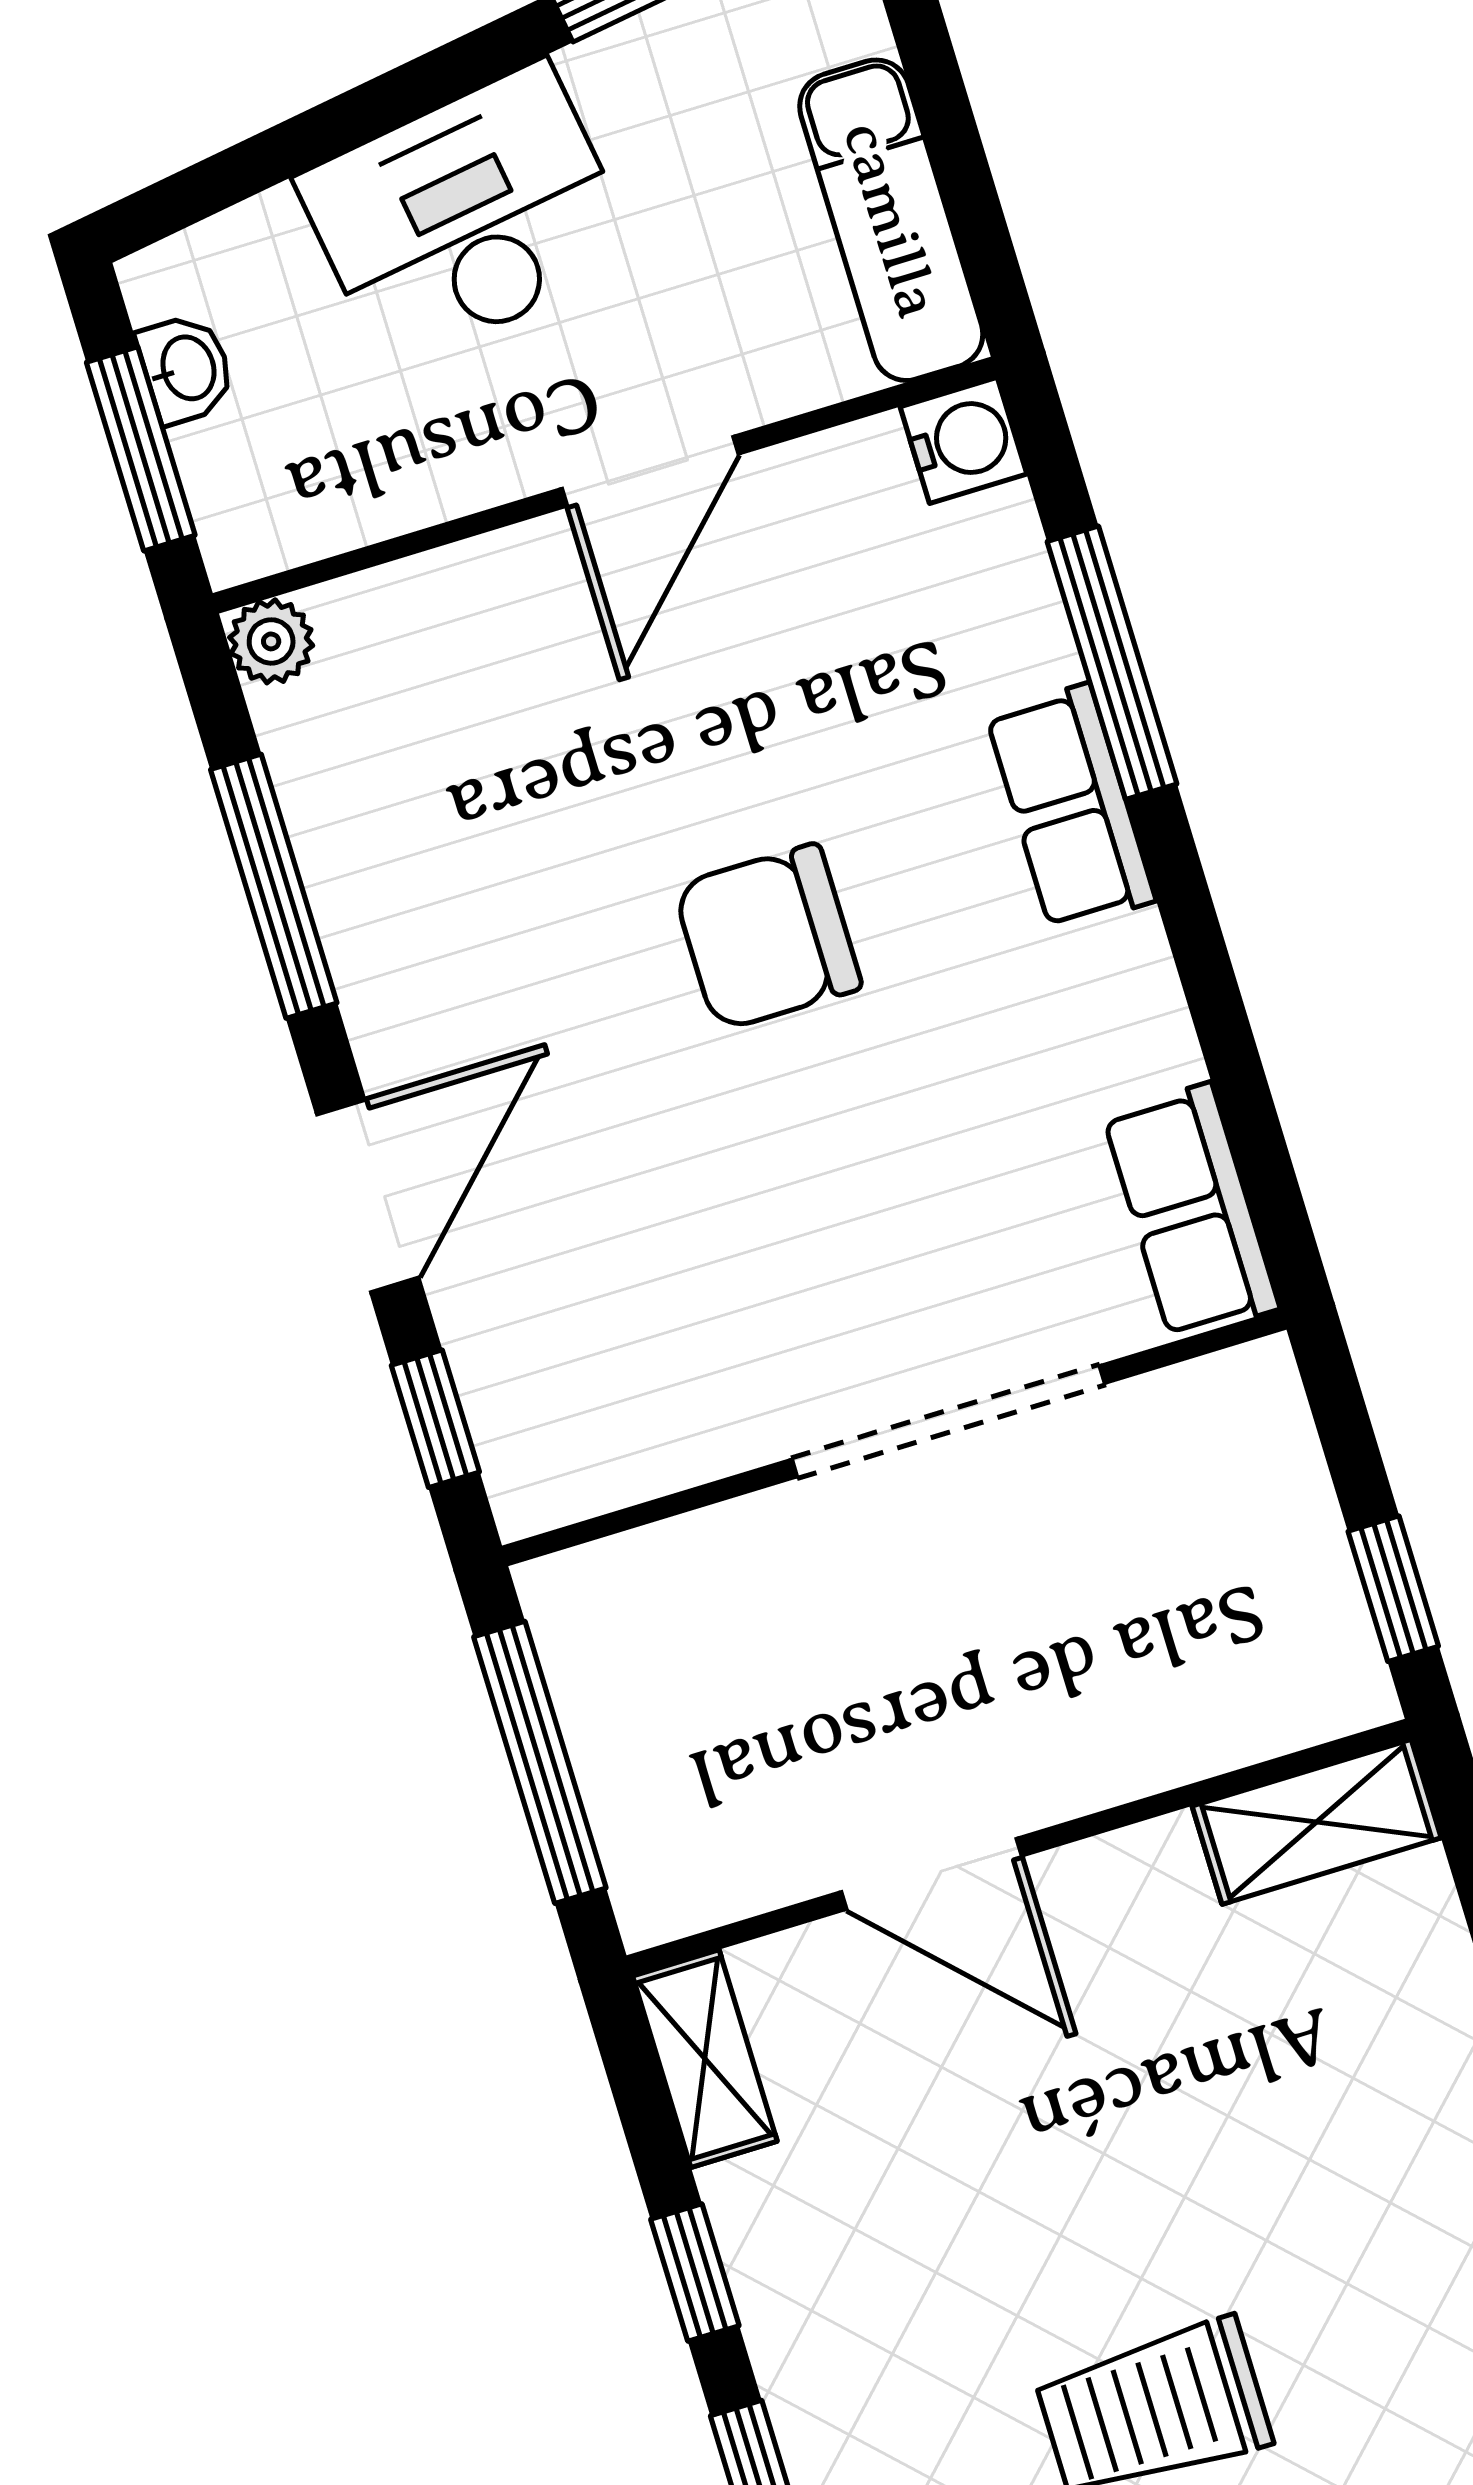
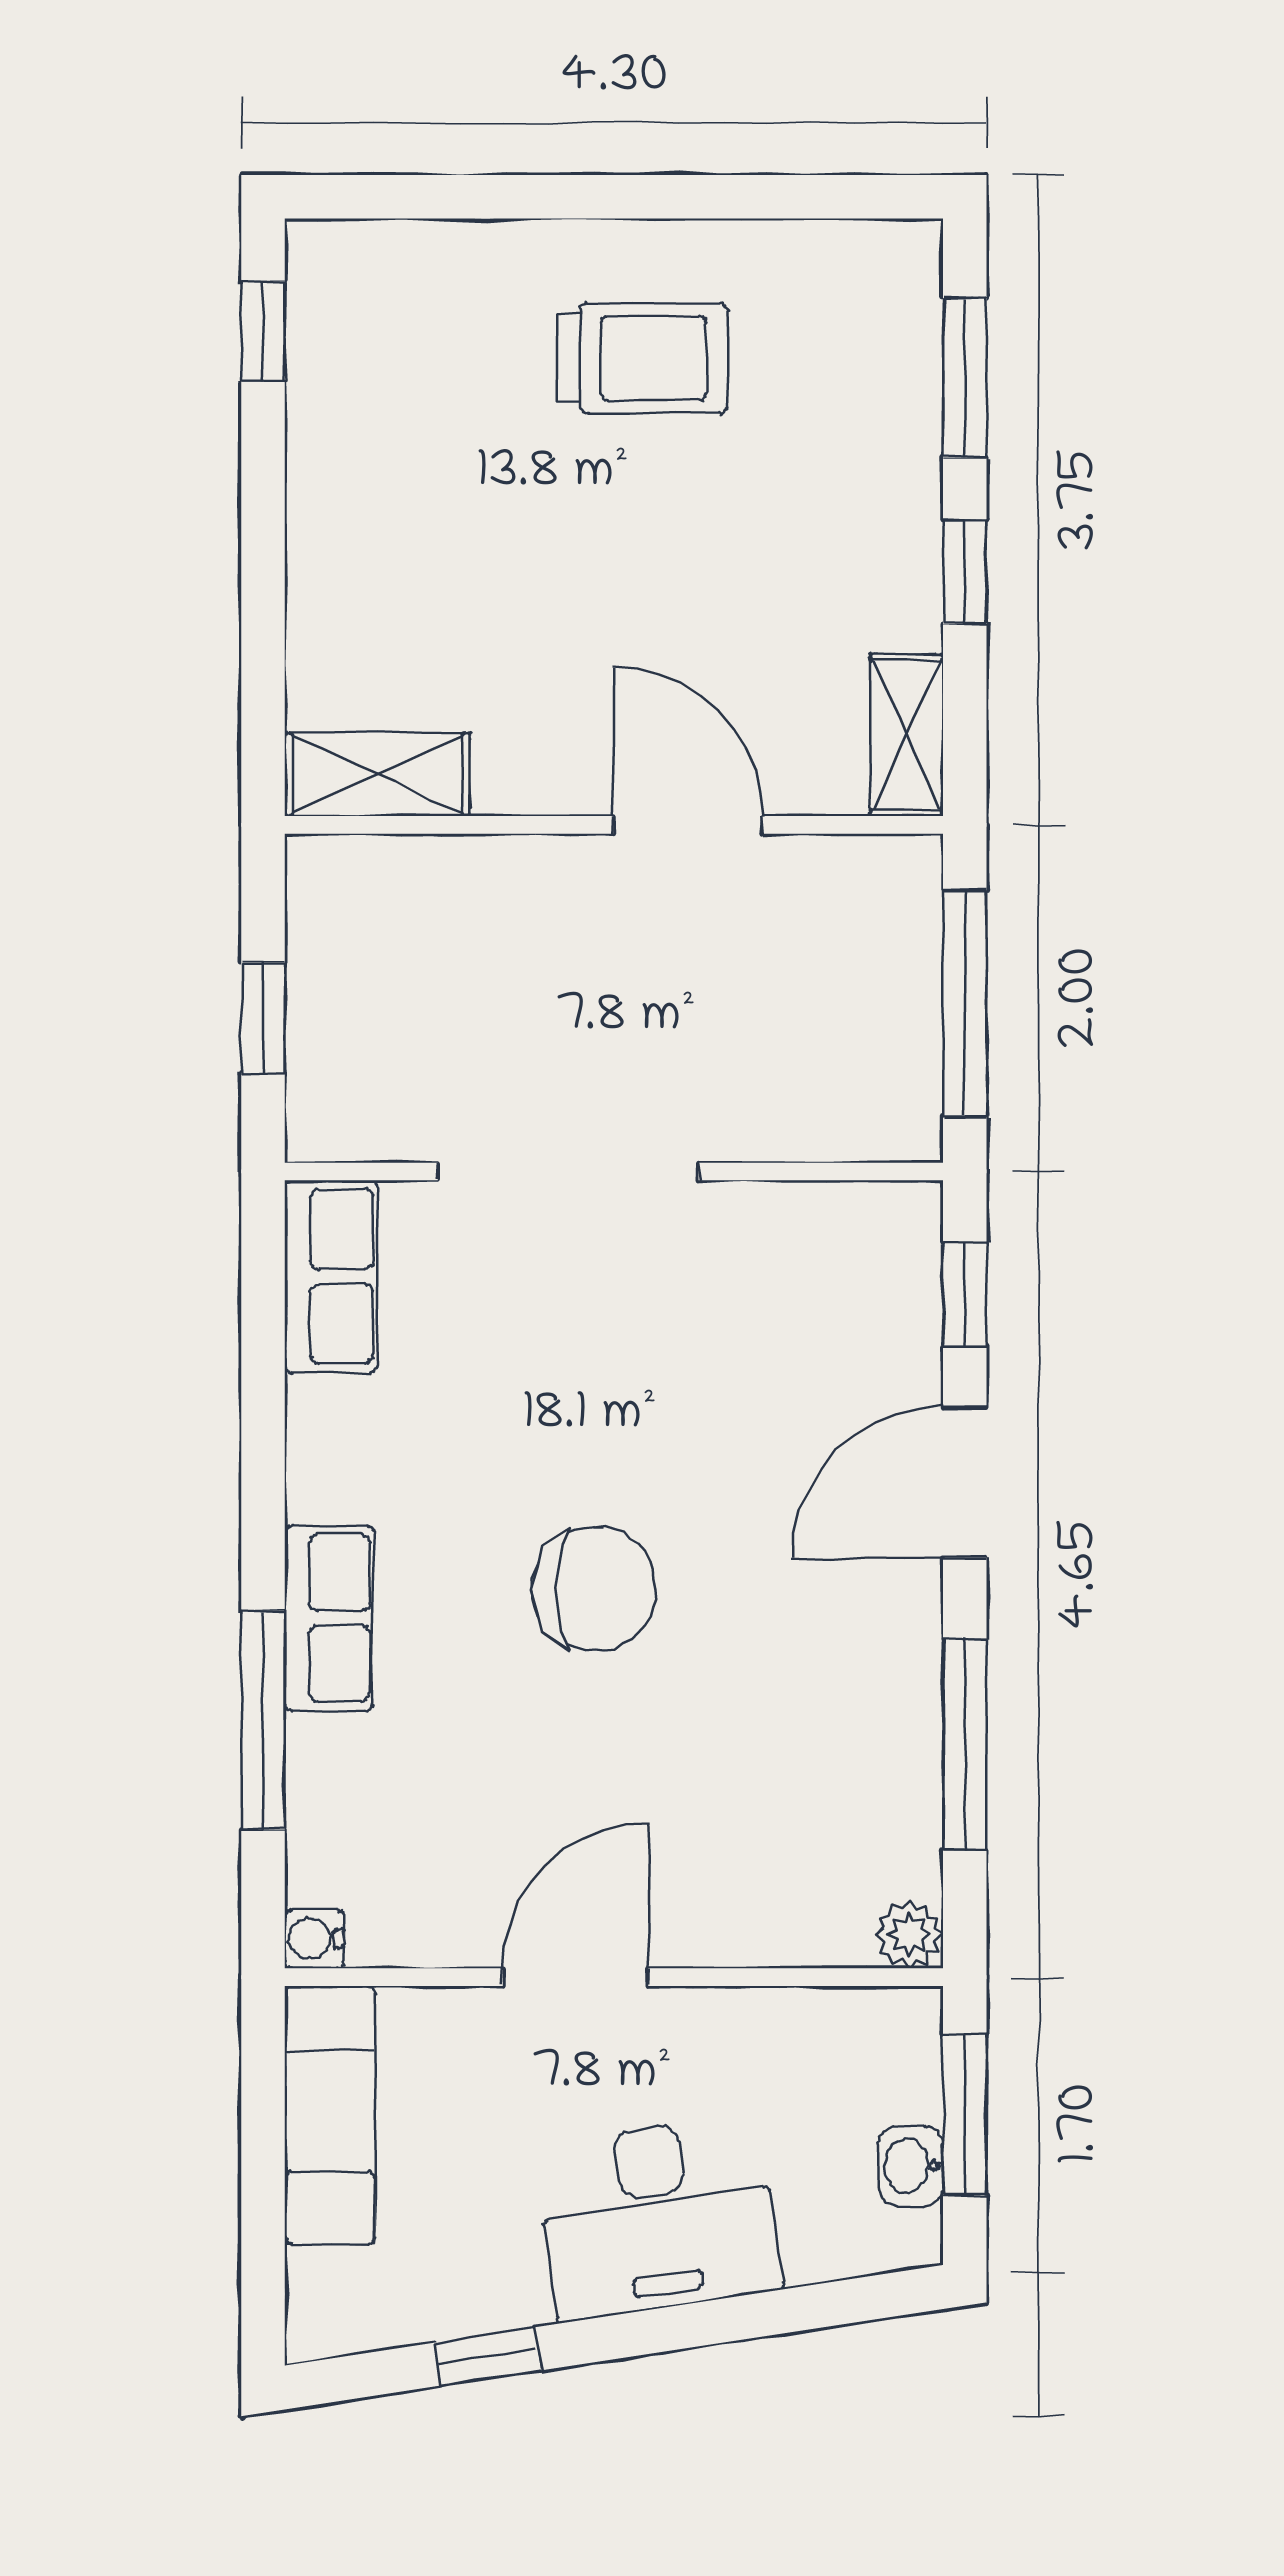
water cooler: (963, 440) -> (314, 1939), width x0.72, depth x0.72
window: (1393, 1589) -> (263, 1018), moved

